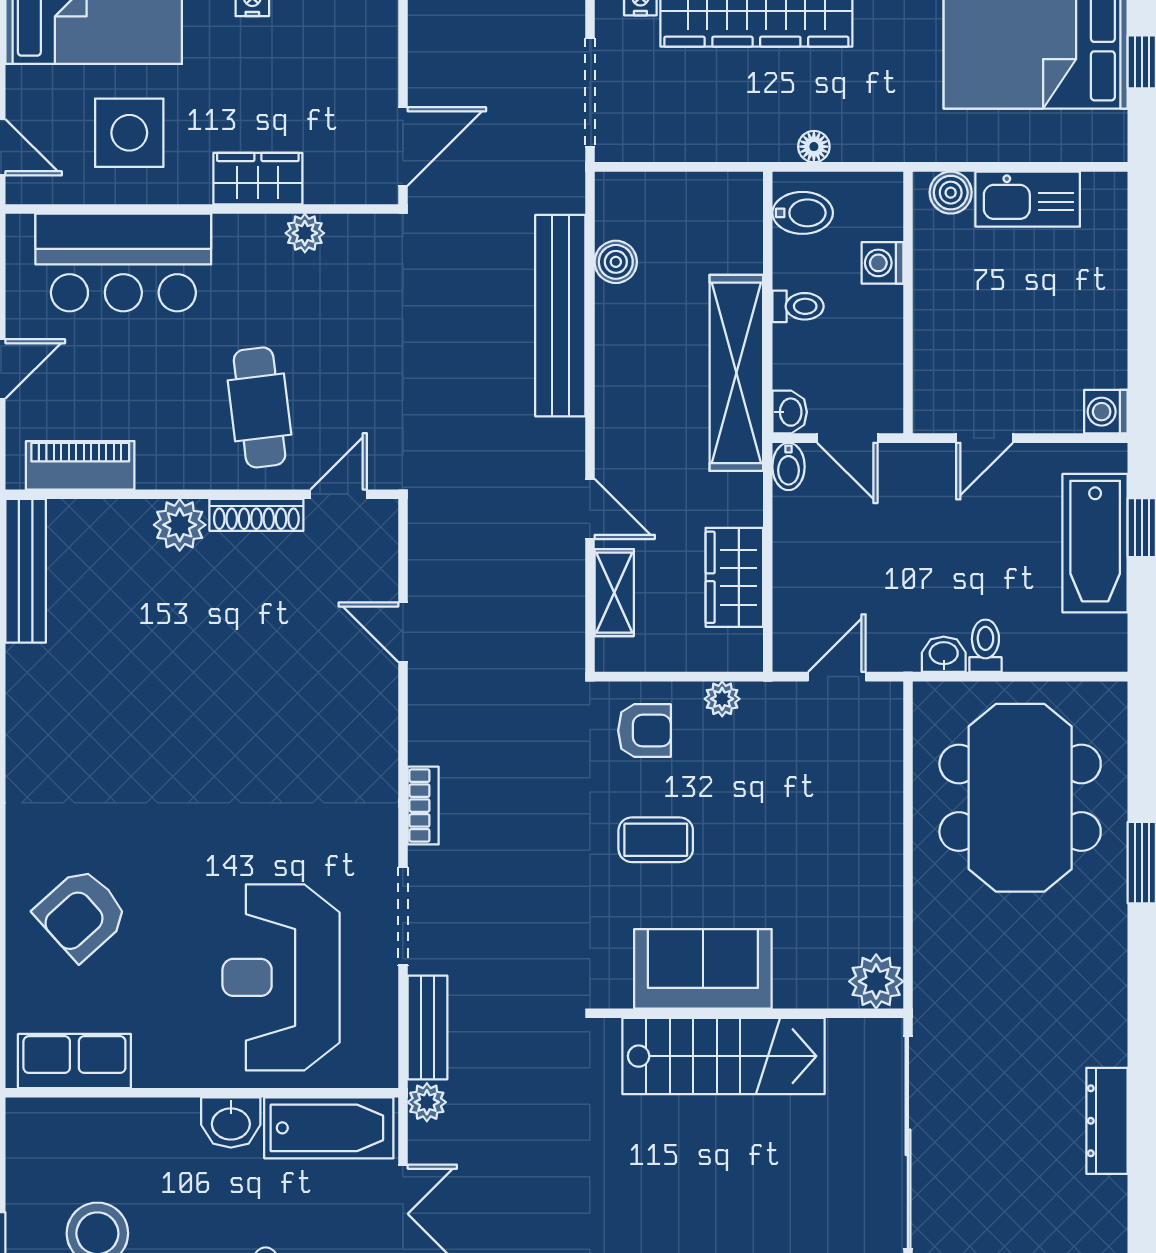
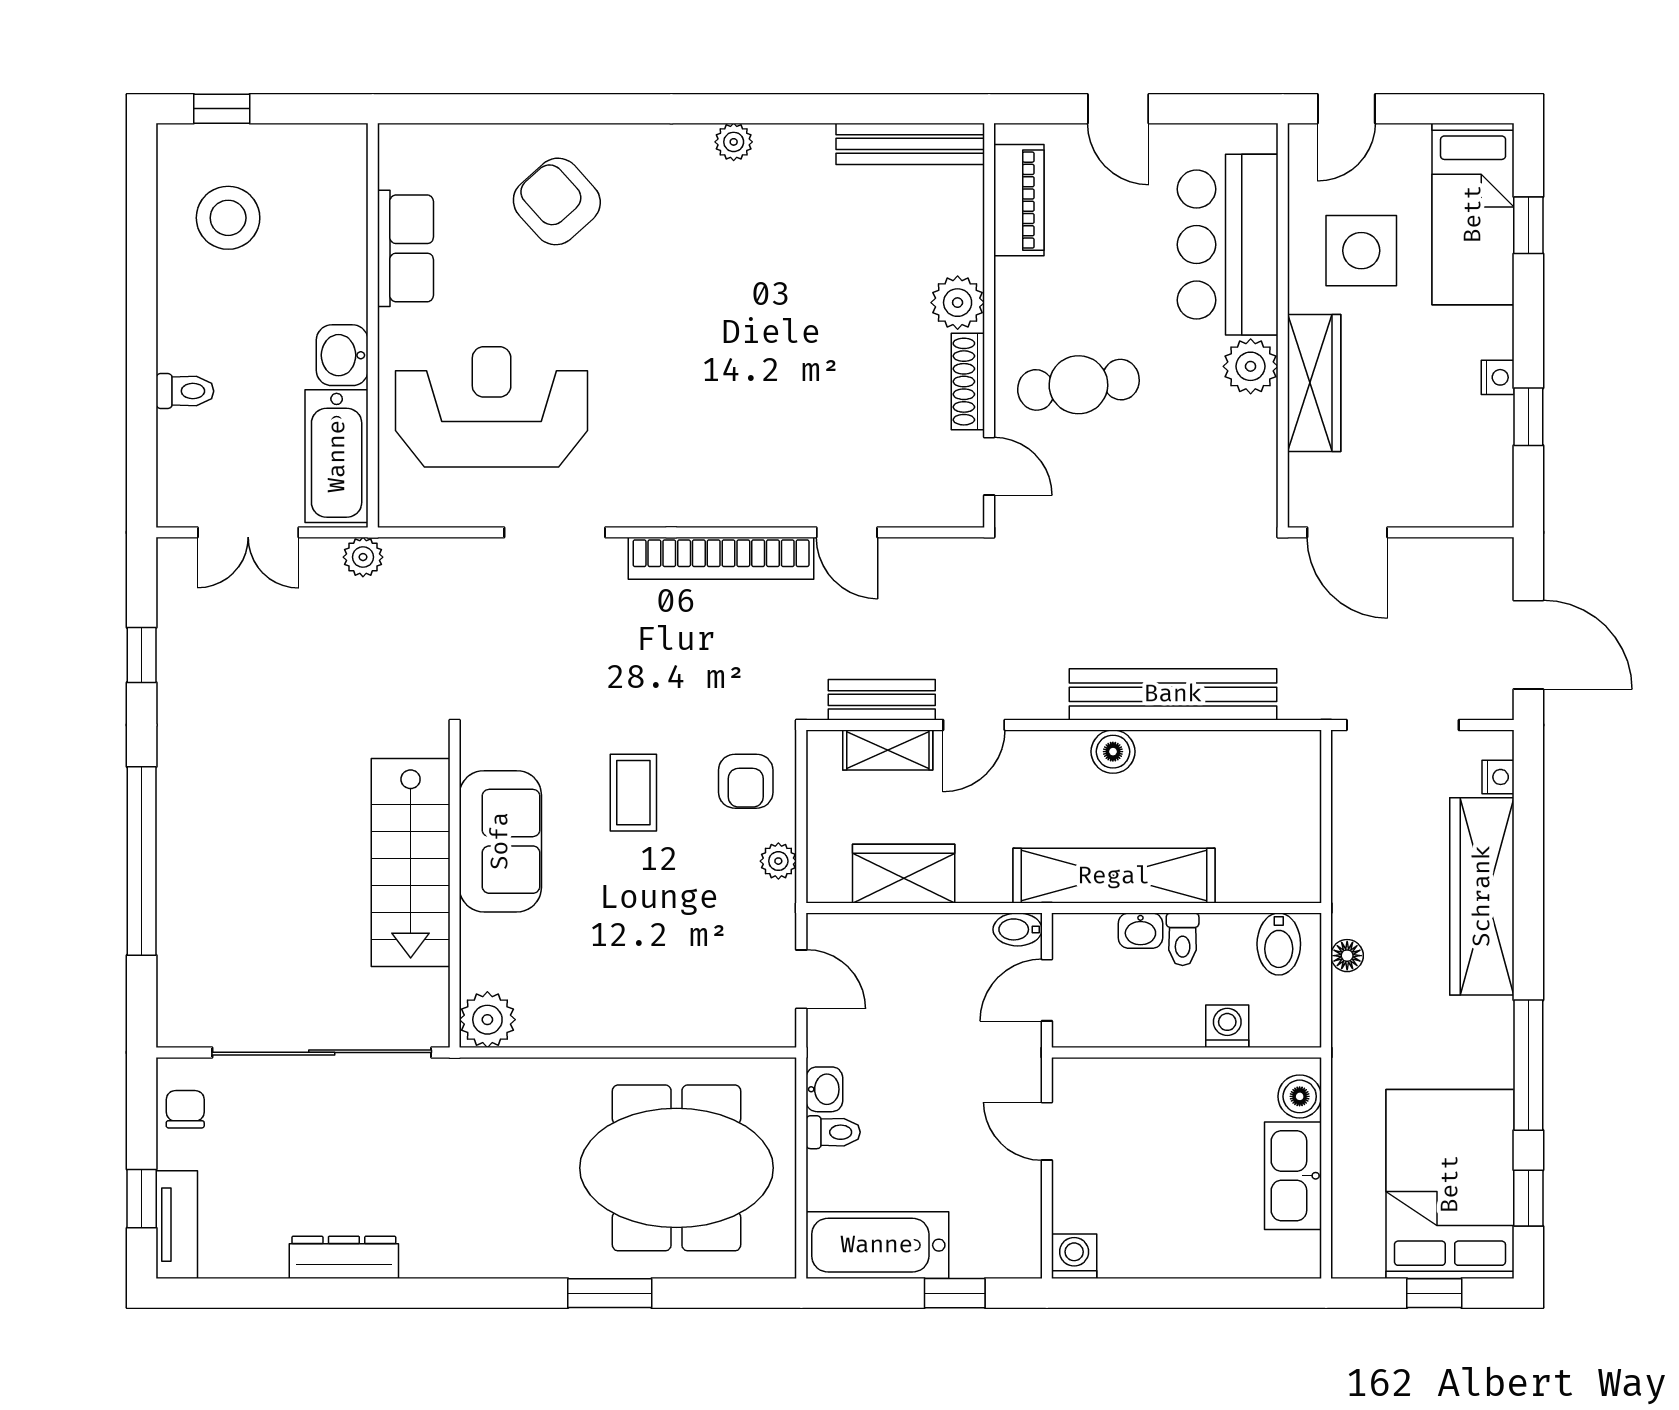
wardrobe: (258, 179) -> (1314, 383), width x1.50
plant: (305, 233) -> (1251, 366), moved, width x1.38, depth x1.38
boiler: (616, 262) -> (1113, 752), moved
washbasin: (790, 412) -> (1140, 931), moved
bathtub: (1095, 543) -> (877, 1245), moved
door: (403, 632) -> (847, 532), swing flipped
plant: (24, 742) -> (734, 142), added
bookcase: (423, 806) -> (721, 558), width x2.31, depth x1.31
bench: (427, 1027) -> (882, 700), moved
row of seats: (74, 1061) -> (405, 248), moved

